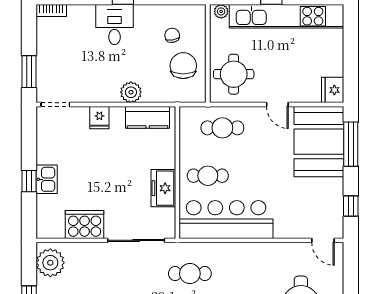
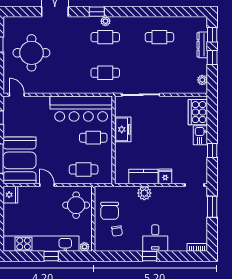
kitchen counter: (148, 117) -> (143, 177), moved
window: (29, 181) -> (212, 150), moved
cooker: (85, 224) -> (198, 112), moved, turned 90
plant: (50, 263) -> (202, 80), width x0.53, depth x0.53

